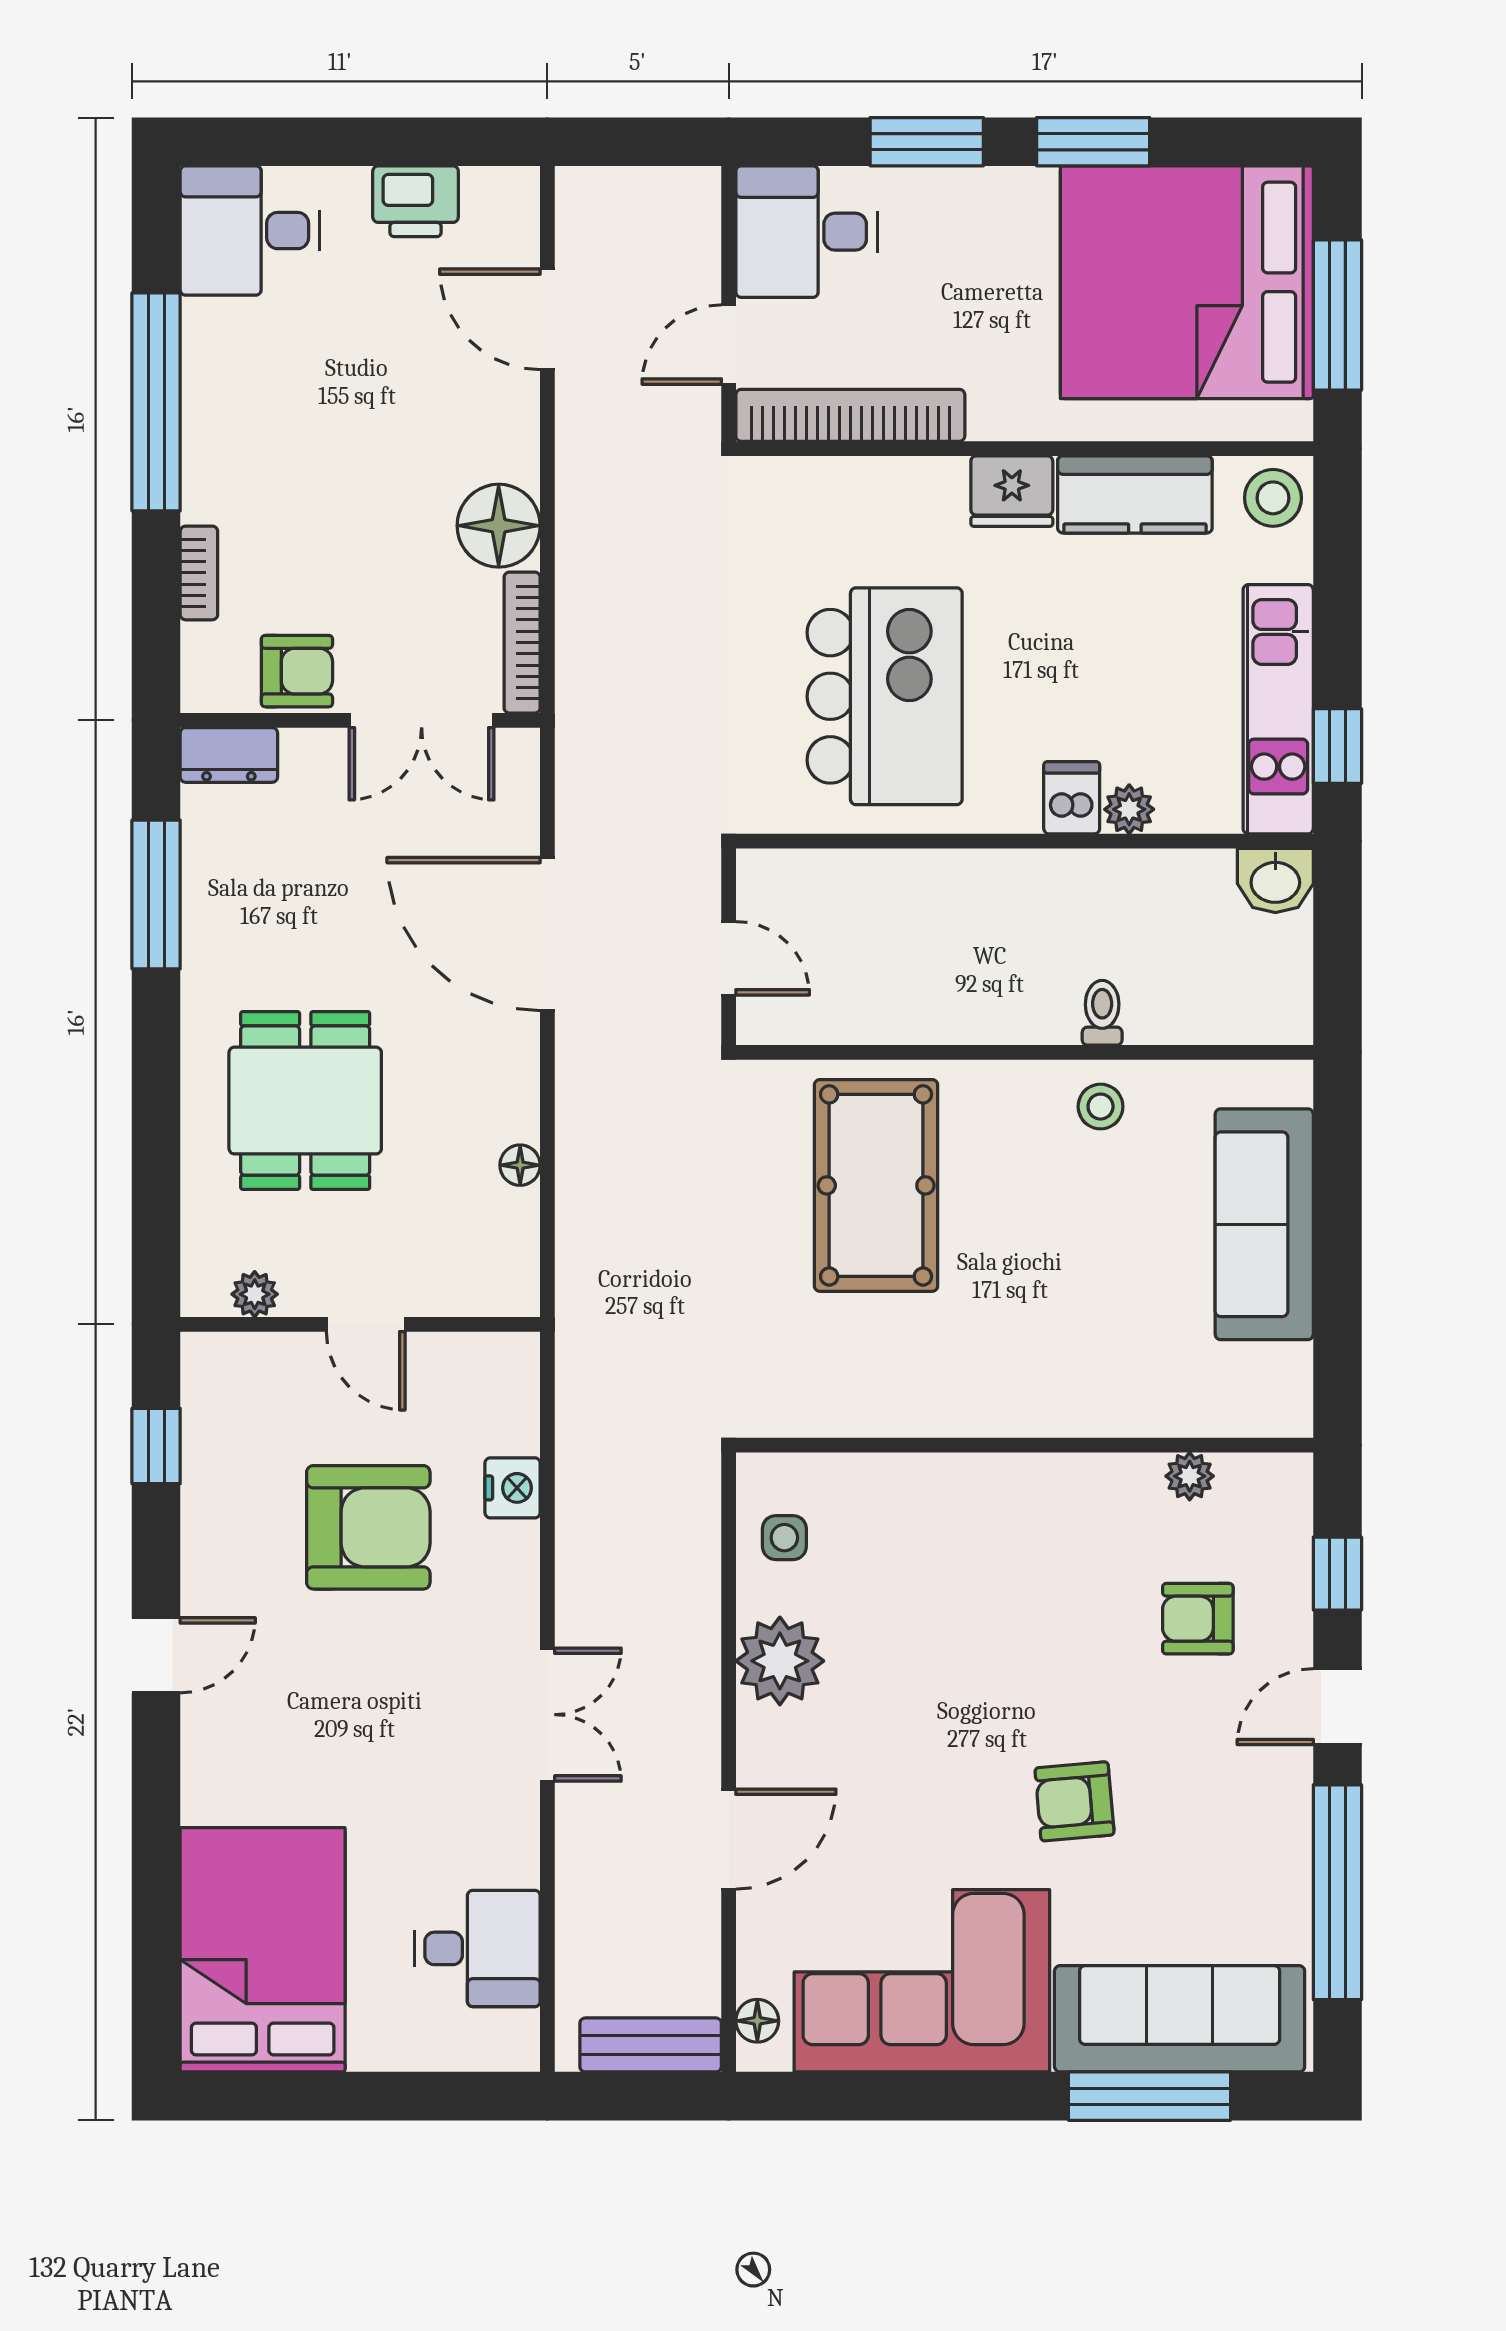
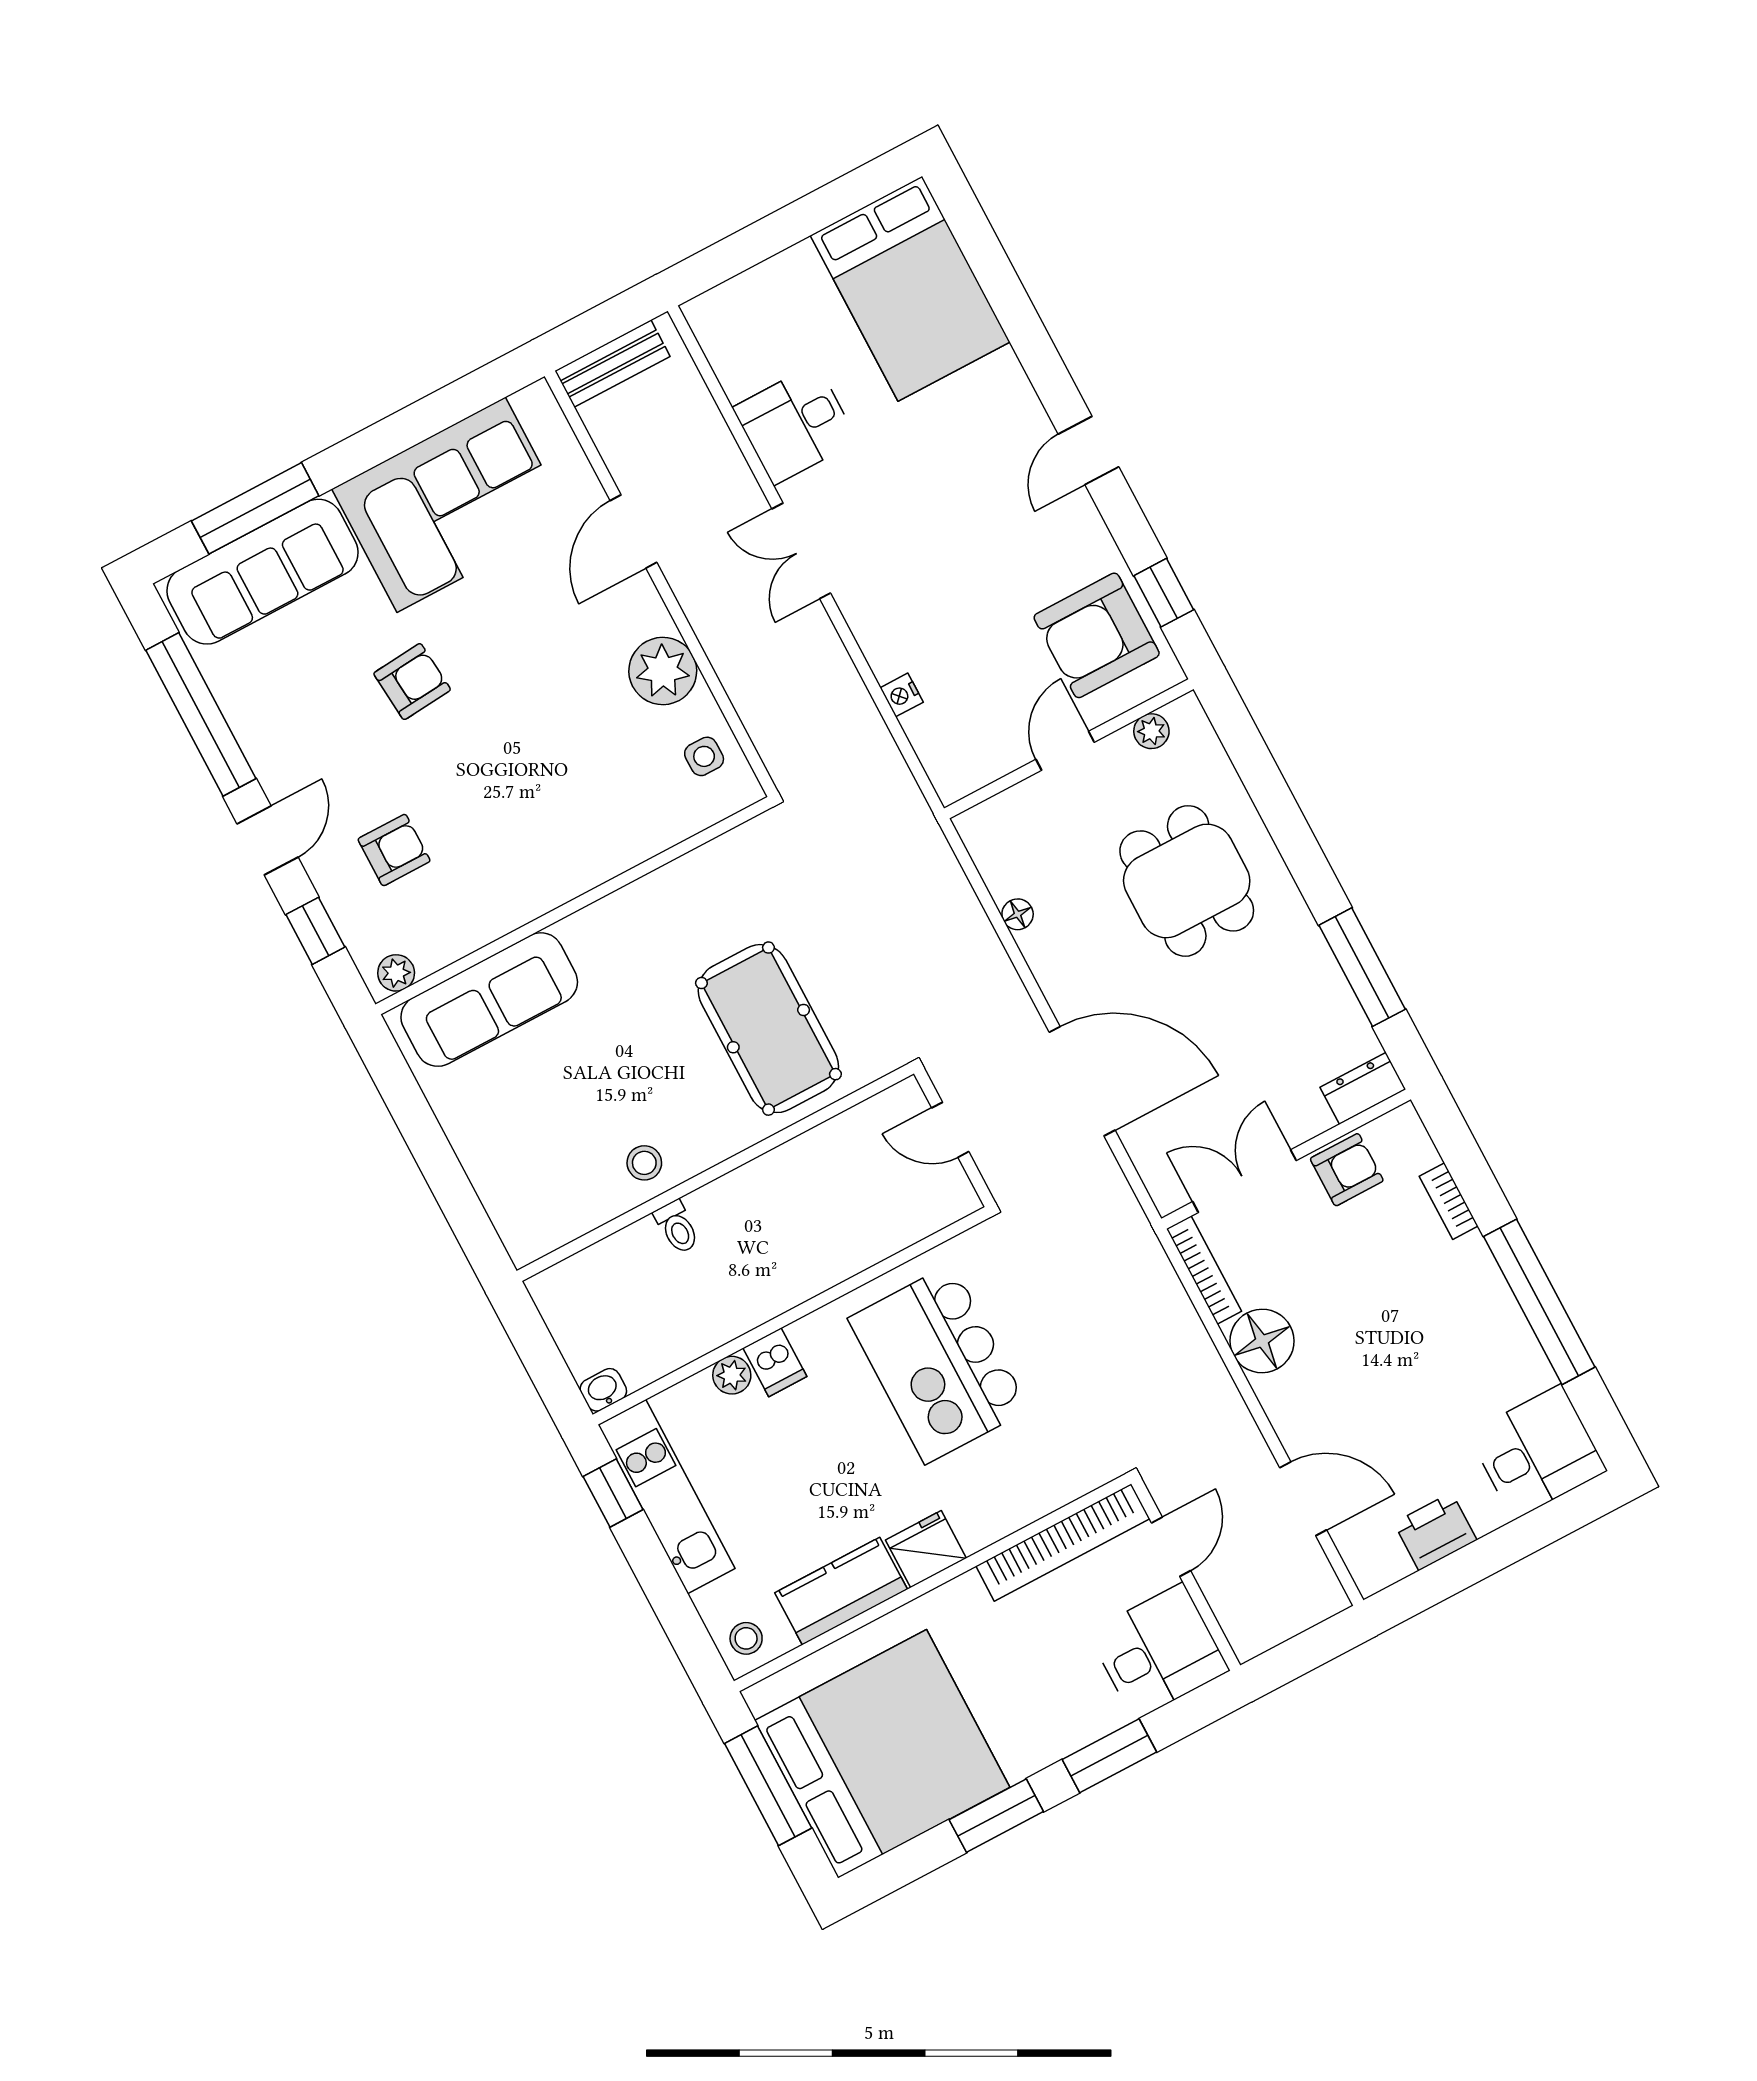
stool: (1273, 498) -> (746, 1638), width x0.73, depth x0.73
armchair: (297, 671) -> (1347, 1170), turned 180
washbasin: (1275, 880) -> (603, 1390), width x0.72, depth x0.69
sofa: (1264, 1224) -> (489, 1000), moved, turned 90
door: (366, 1324) -> (1065, 751), hinge flipped
plant: (1190, 1476) -> (396, 973), moved
nightstand: (513, 1488) -> (902, 695), width x0.72, depth x0.74
armchair: (368, 1527) -> (1097, 635), moved
desk: (477, 1948) -> (795, 424), moved
floor lamp: (757, 2021) -> (549, 418), removed

